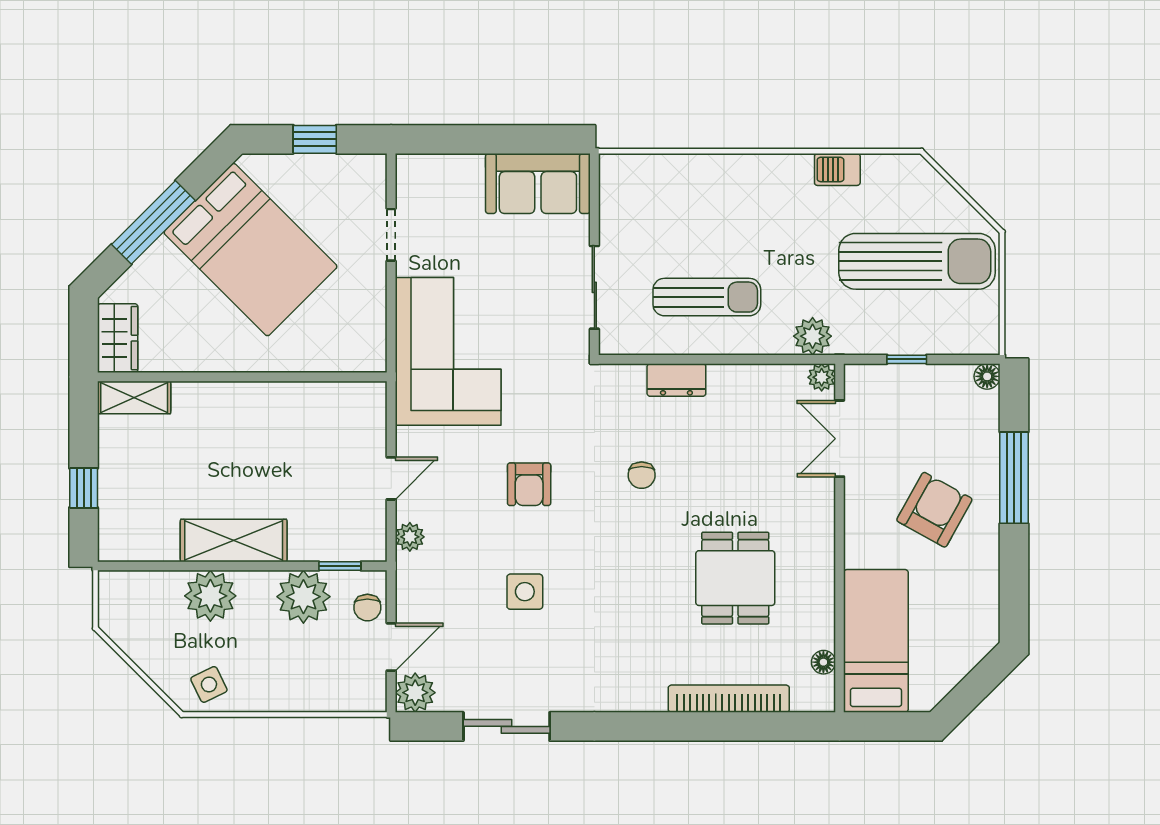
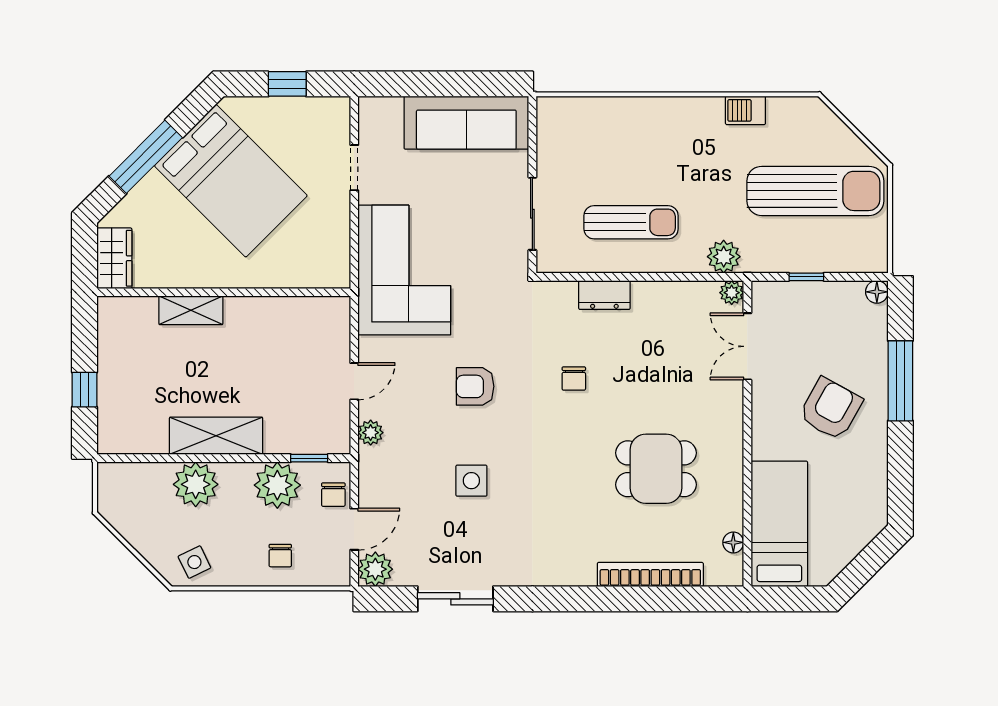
sofa: (538, 184) -> (466, 123), width x1.36
shelving: (134, 397) -> (191, 310), moved
armchair: (529, 484) -> (475, 386), turned 90
dining table: (735, 578) -> (656, 469), turned 90
chair: (307, 677) -> (280, 556), added

